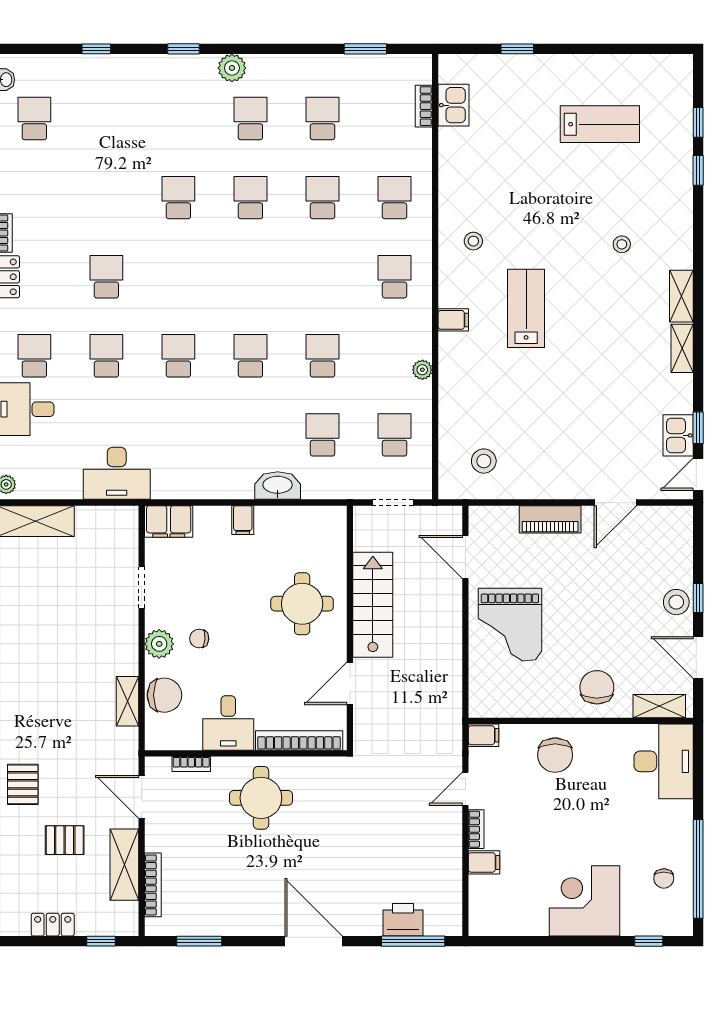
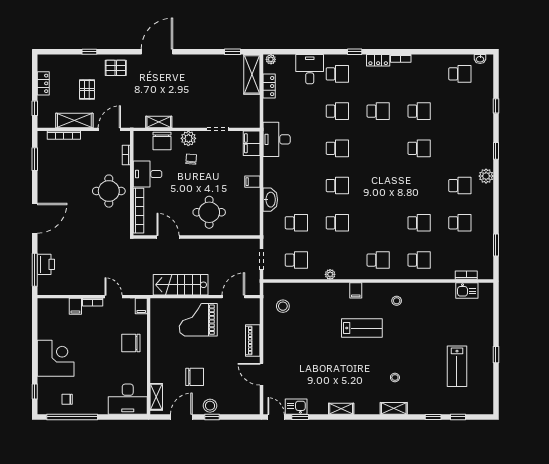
window: (517, 49) -> (496, 355), moved
school desk: (250, 198) -> (419, 111), moved
shelving: (681, 296) -> (394, 408), moved
desk: (117, 473) -> (277, 139), moved
locker: (58, 488) -> (269, 86), added
stairs: (373, 605) -> (181, 285), moved, turned 180
chair: (597, 687) -> (195, 377), moved

